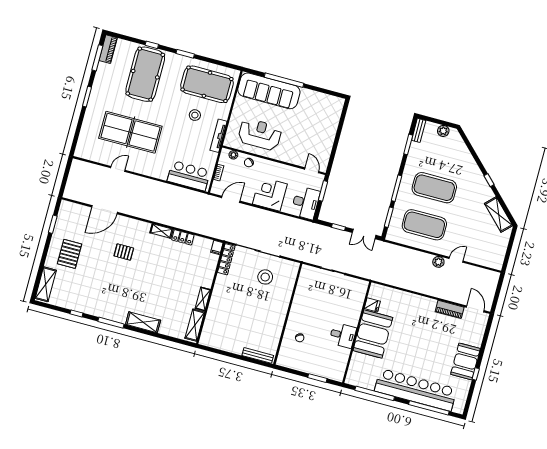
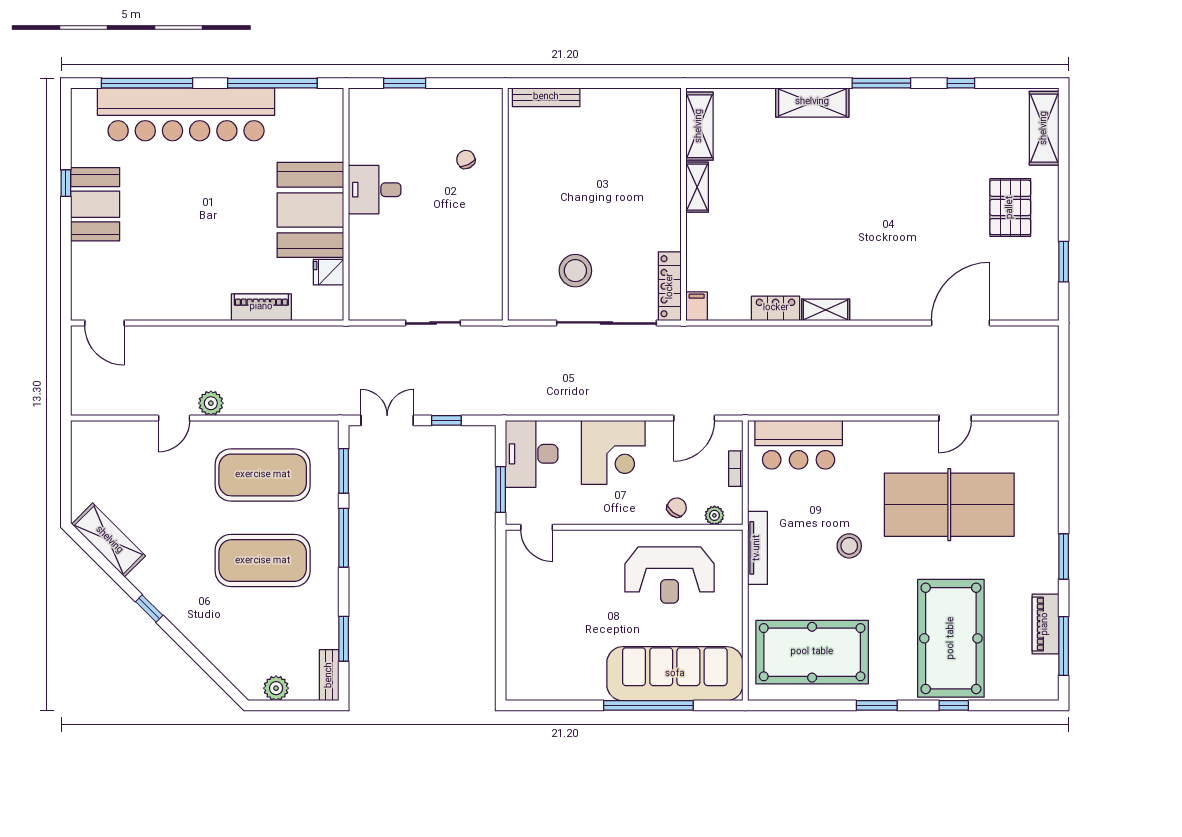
piano: (108, 49) -> (1045, 624), moved
stool: (195, 115) -> (849, 546), moved
pallet: (124, 252) -> (894, 243), removed
piano: (450, 309) -> (261, 307), moved

